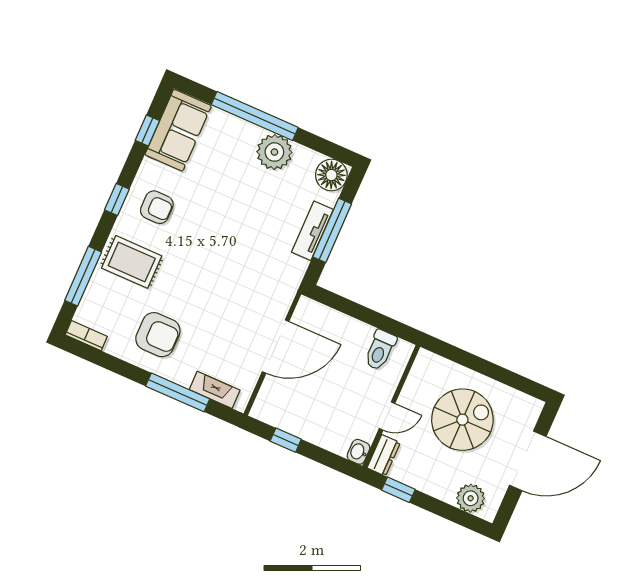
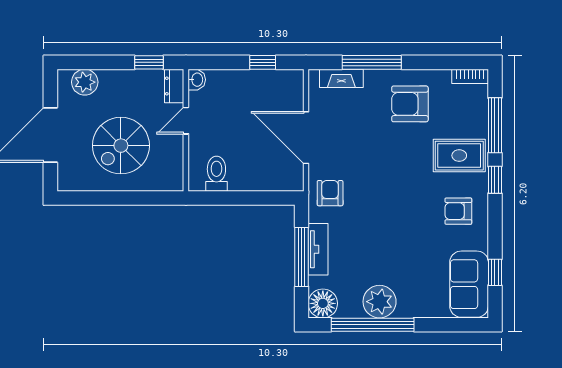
window: (255, 116) -> (373, 325), moved
window: (117, 200) -> (495, 180), moved
armchair: (276, 281) -> (330, 193), added
door: (276, 347) -> (306, 138), hinge flipped

